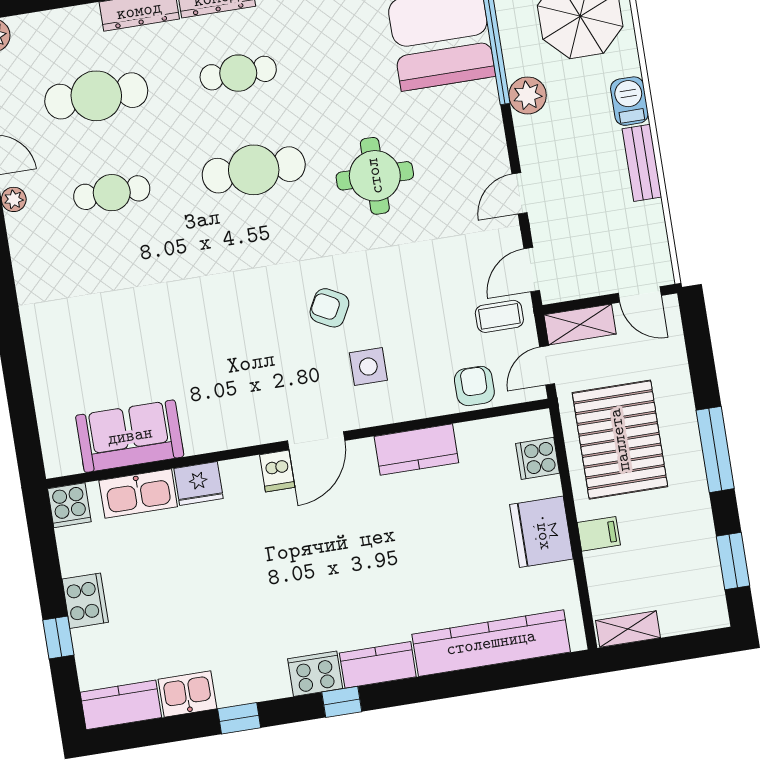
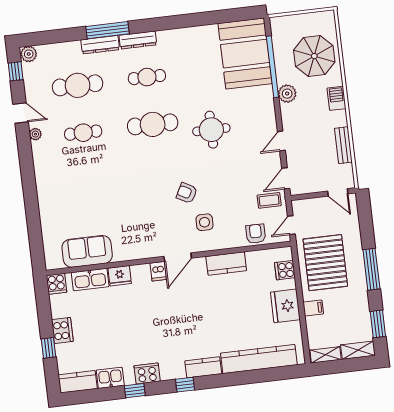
bench: (642, 163) -> (343, 145), moved
shelving: (580, 324) -> (358, 350), moved
cooker: (315, 674) -> (147, 373), moved

